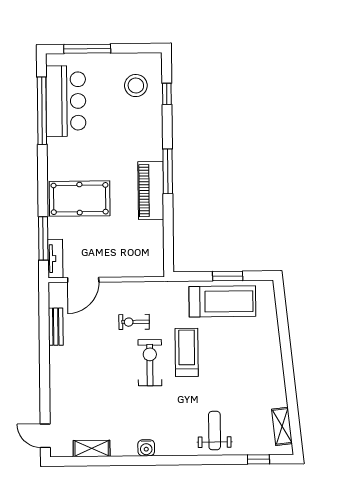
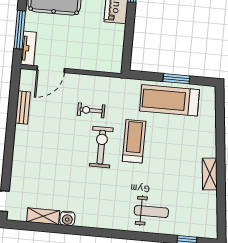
treadmill: (222, 301) -> (169, 100), turned 180
shelving: (282, 426) -> (210, 174), moved
weight bench: (215, 431) -> (151, 212), turned 90
water cooler: (146, 448) -> (67, 218), moved

